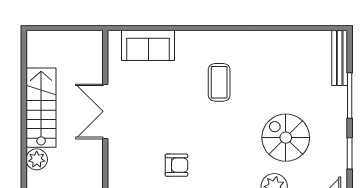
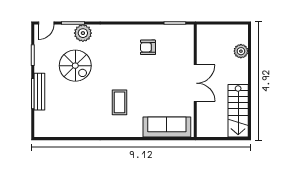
sofa: (148, 45) -> (167, 127), width x1.36
bench: (340, 58) -> (39, 92), moved
stairs: (41, 108) -> (238, 111), moved

